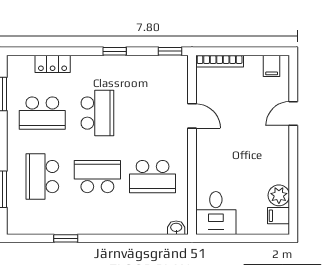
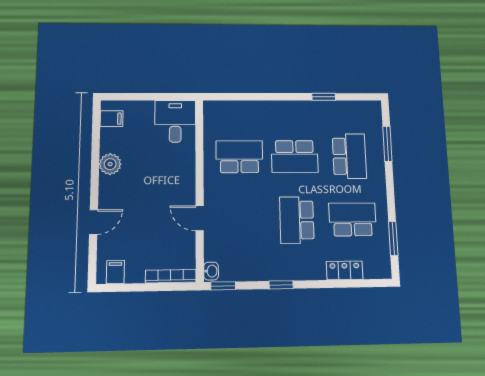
plant: (279, 195) -> (110, 164), moved
washbasin: (176, 228) -> (211, 271), moved, turned -90

